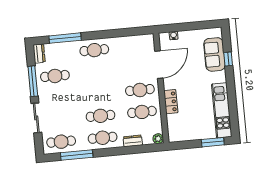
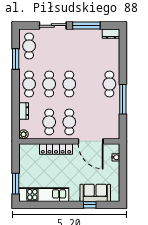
window: (65, 38) -> (123, 99), moved
cafe table: (55, 76) -> (69, 84), moved
locker: (171, 102) -> (56, 149), width x1.53
window: (77, 155) -> (16, 59), width x0.69

